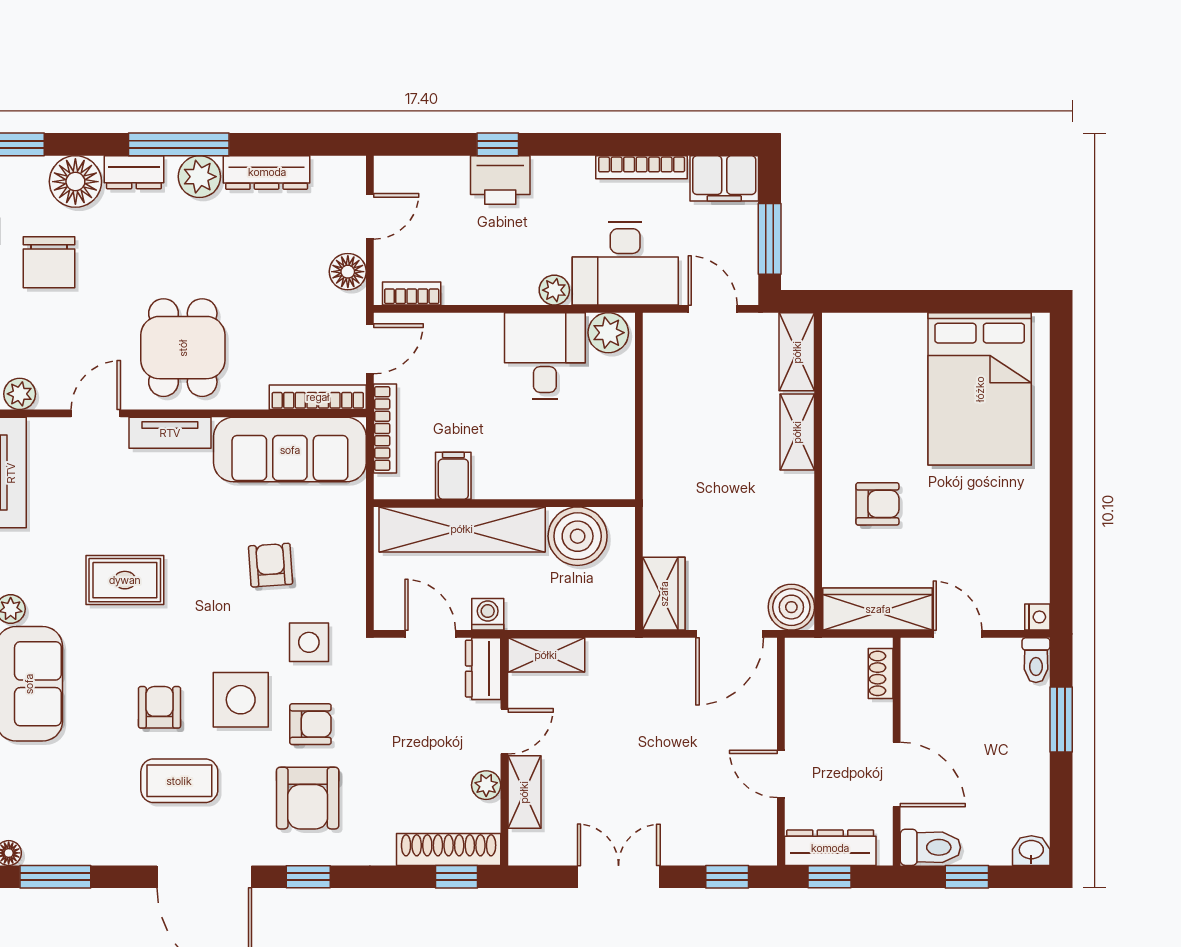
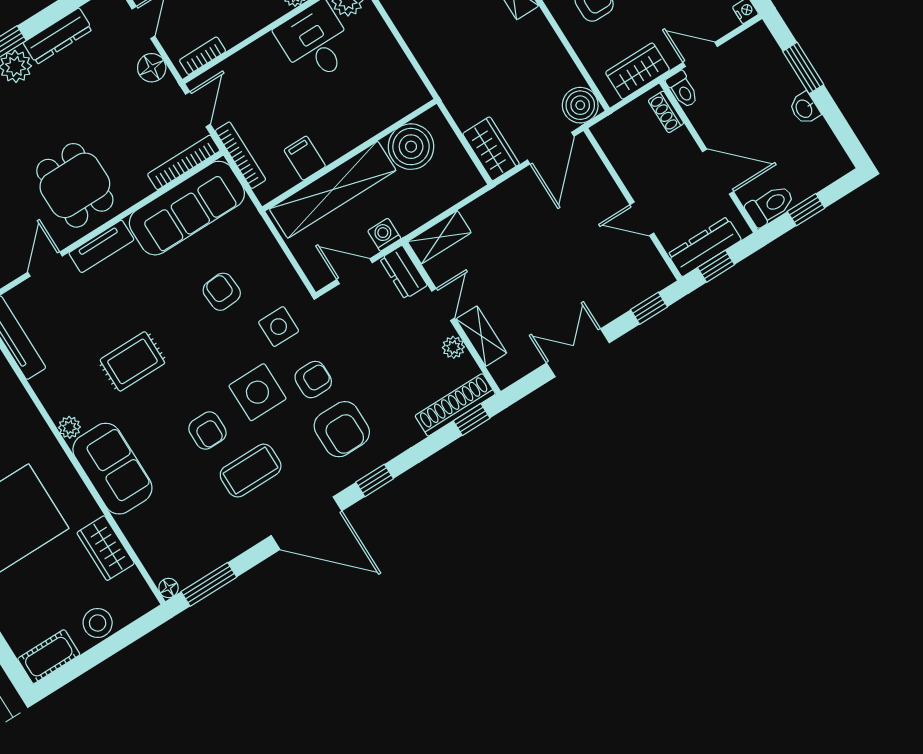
wardrobe: (878, 609) -> (637, 71), width x0.67
toilet: (1036, 660) -> (683, 89), moved
armchair: (160, 707) -> (207, 431), turned 180
washbasin: (1031, 851) -> (805, 108), moved, turned -90

